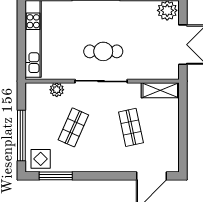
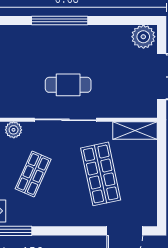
shop shelf: (131, 127) -> (101, 174), width x1.43, depth x1.36

